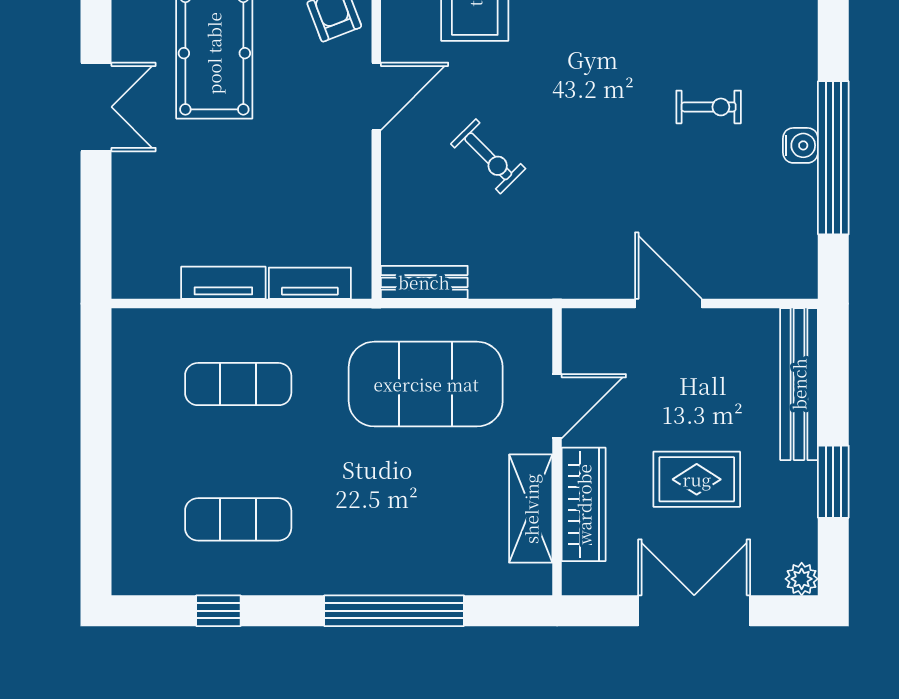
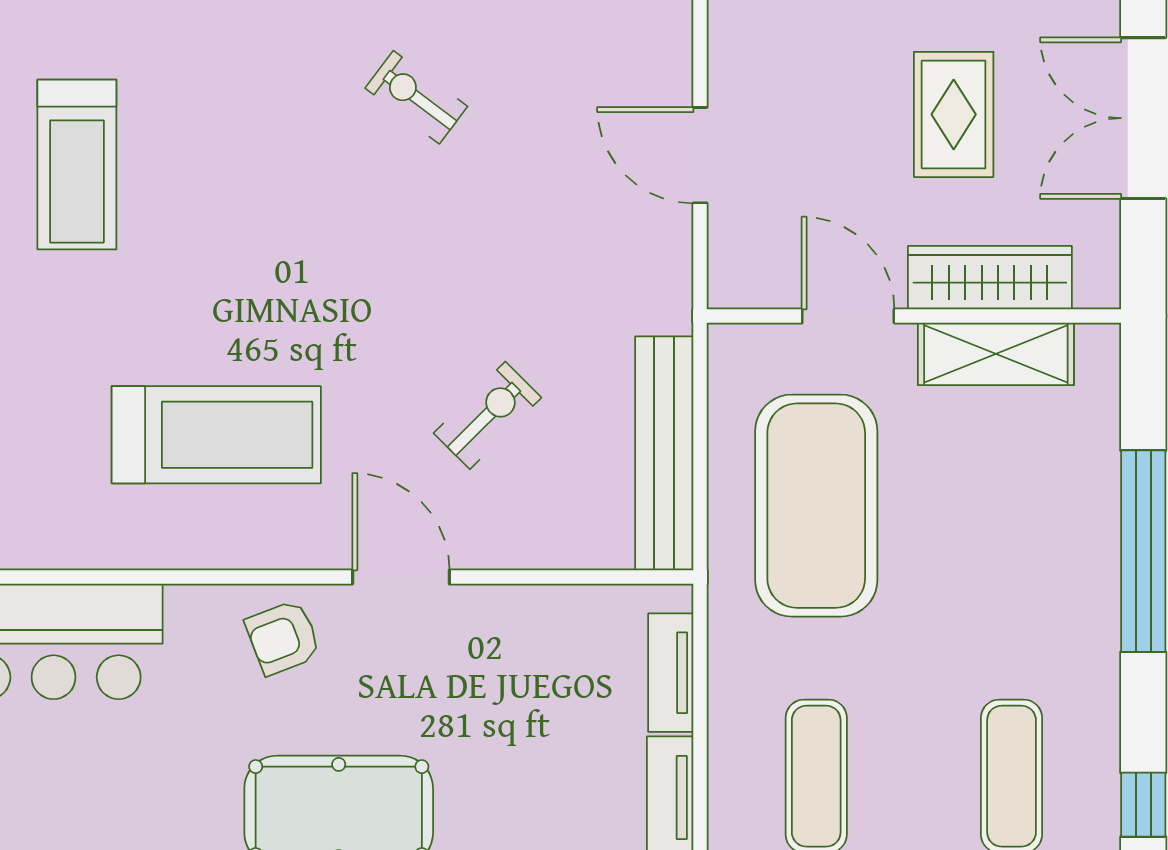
exercise bike: (709, 107) -> (416, 97), turned -53
bench: (424, 282) -> (664, 453), width x1.86, depth x1.21
door: (668, 304) -> (700, 155), hinge flipped

